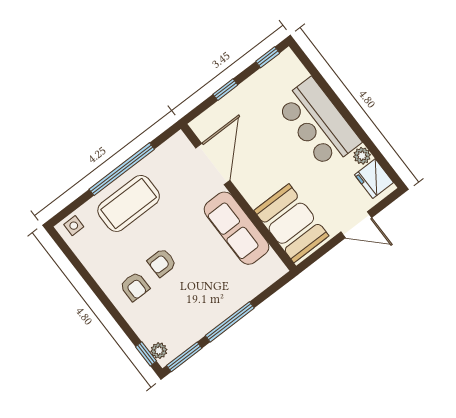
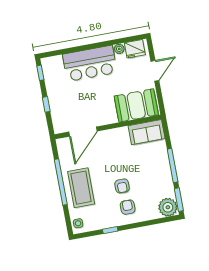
door: (213, 164) -> (83, 132), swing flipped
sofa: (237, 228) -> (147, 132), moved, width x0.73
armchair: (135, 287) -> (128, 207), turned -90
plant: (159, 351) -> (168, 207), width x1.88, depth x1.88
window: (146, 354) -> (110, 230), moved

